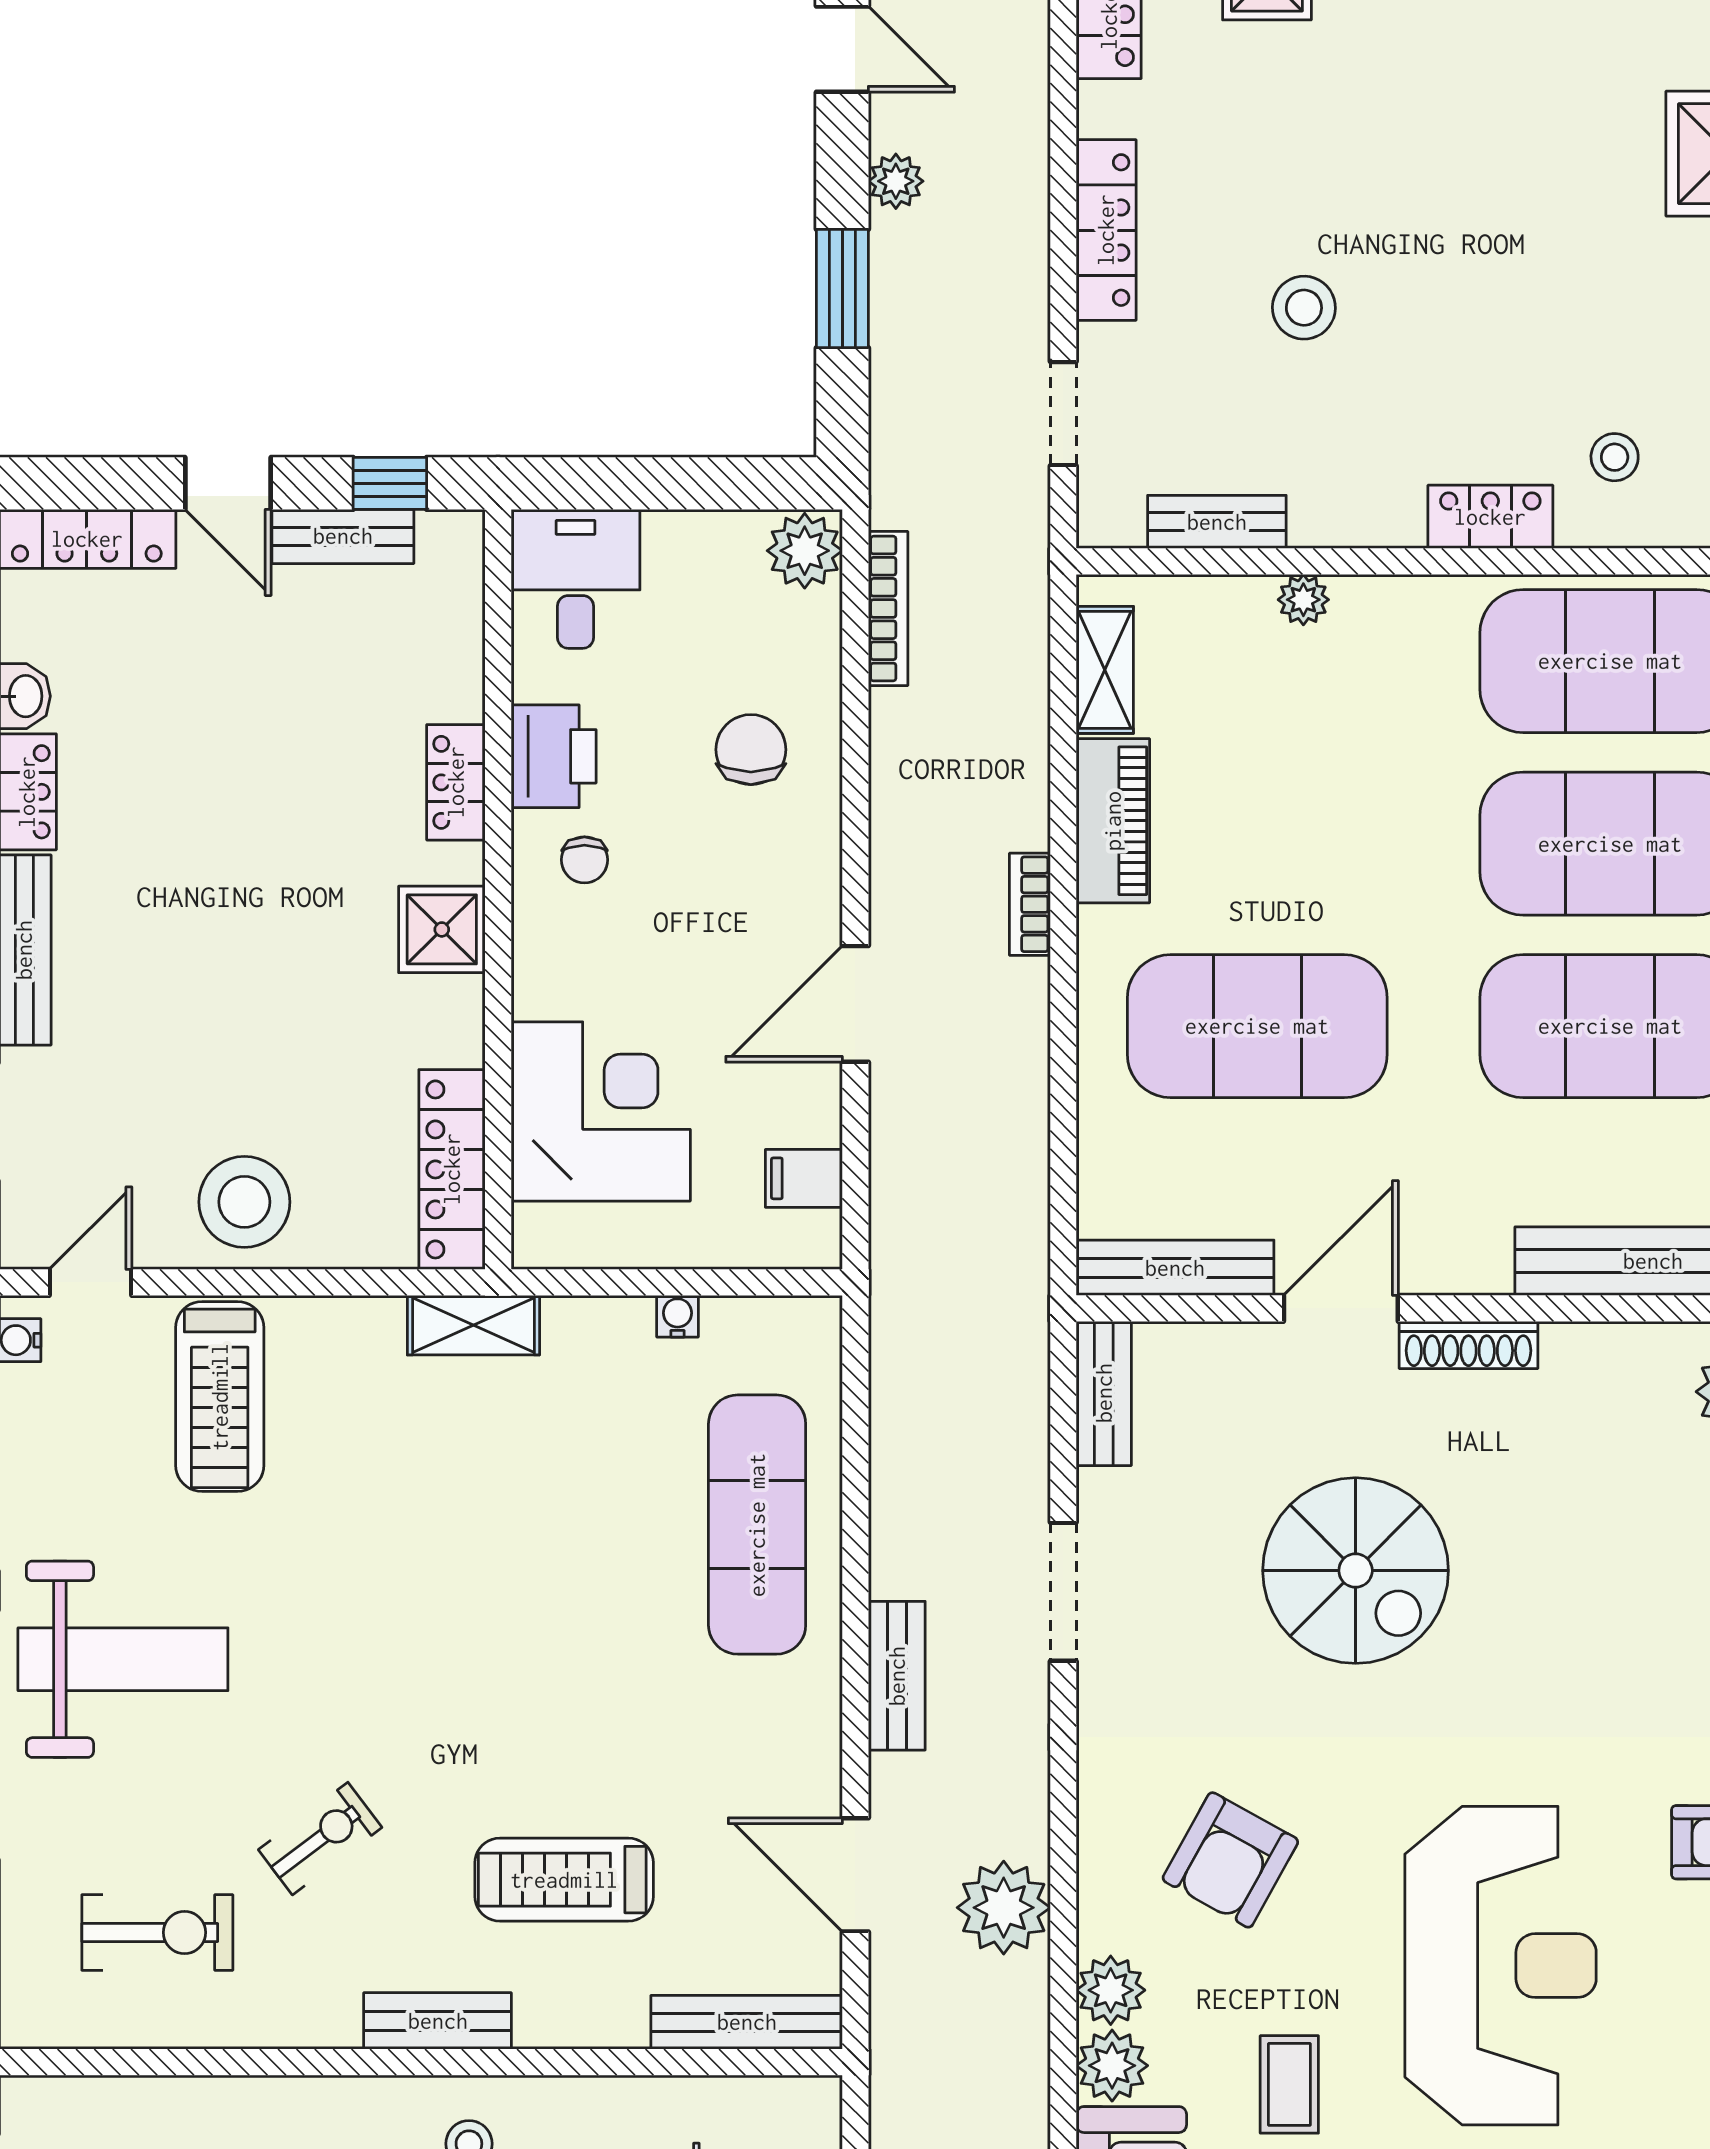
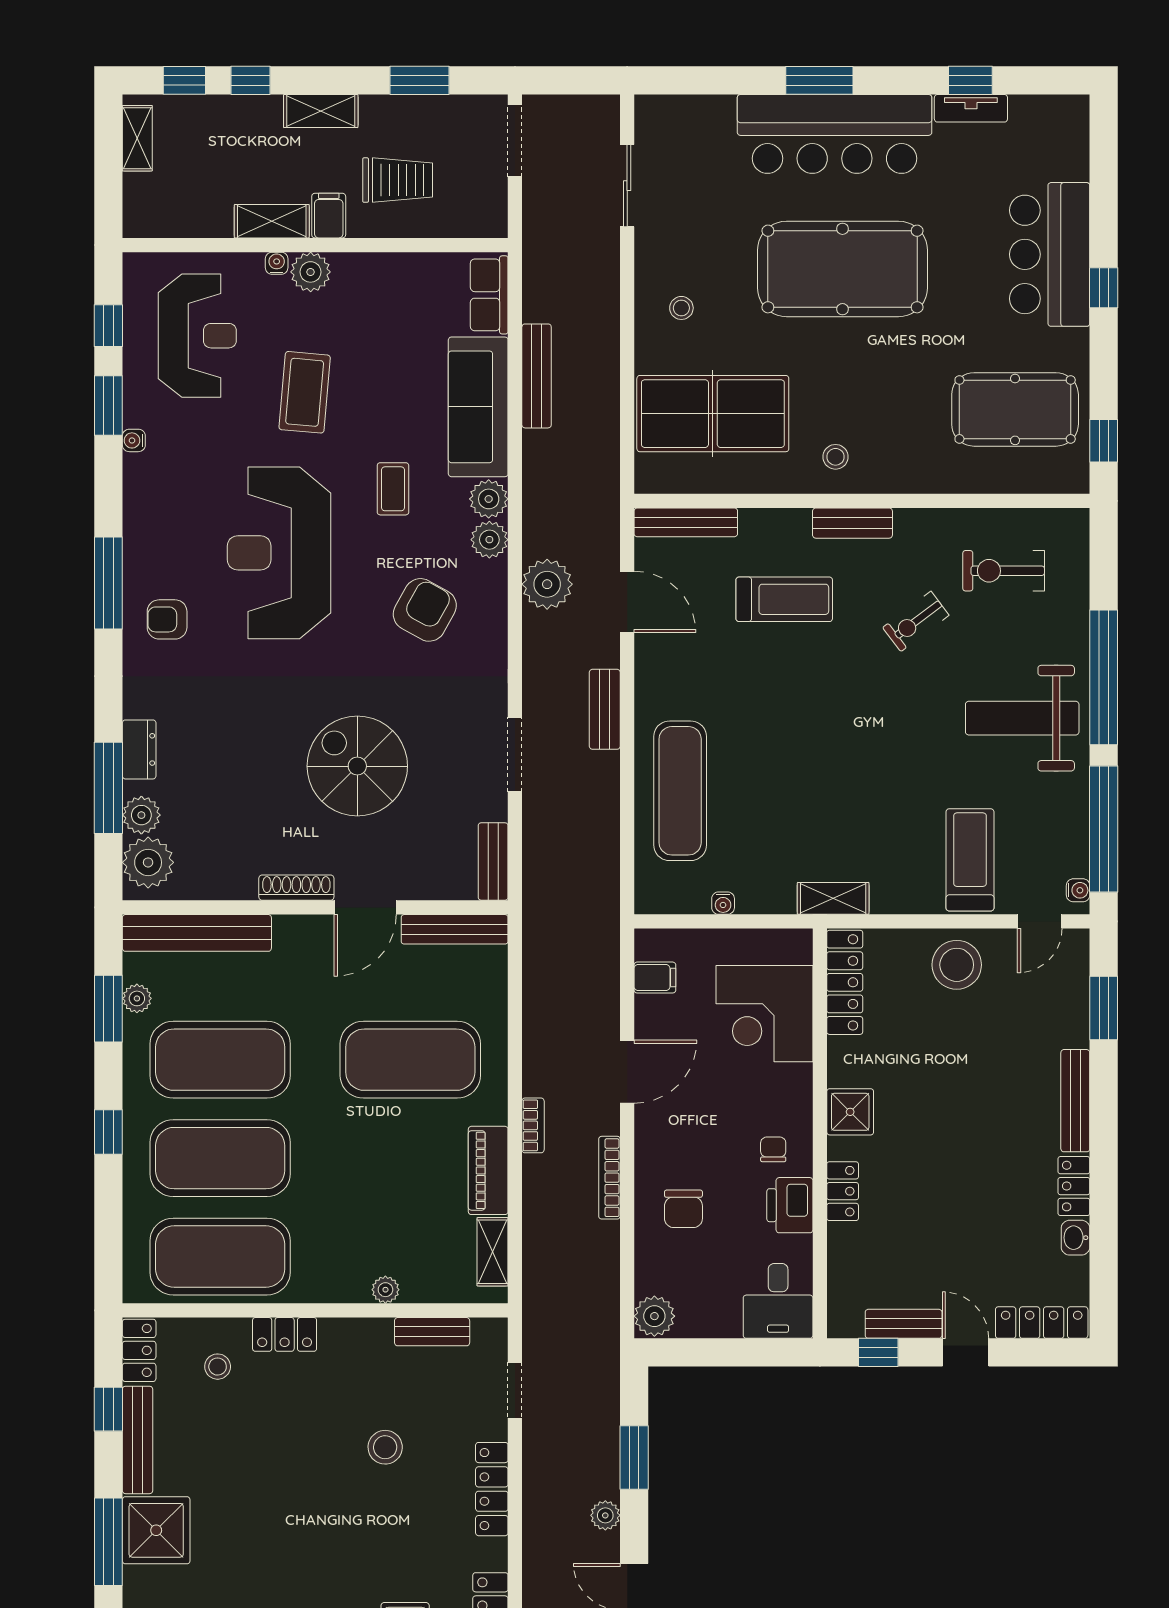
bookcase: (888, 609) -> (609, 1178), moved

